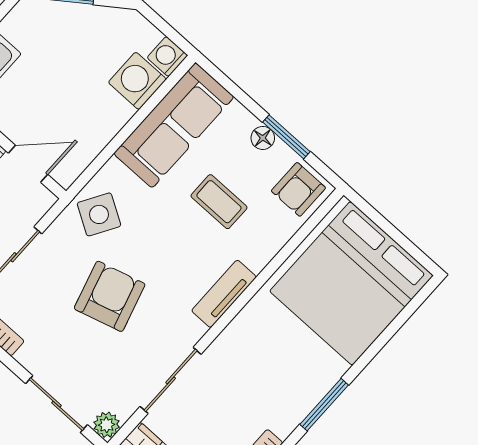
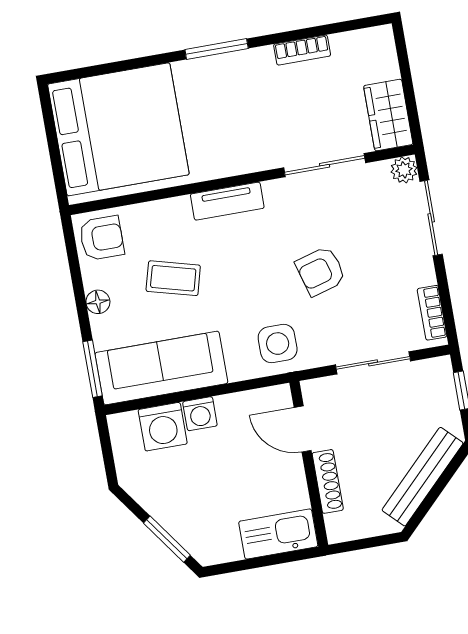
washing machine: (167, 57) -> (200, 414), moved
window: (286, 137) -> (93, 369), moved
coffee table: (219, 202) -> (173, 278), turned -75
side table: (99, 214) -> (278, 344), turned -31
armchair: (110, 296) -> (321, 271), width x0.72, depth x0.72

